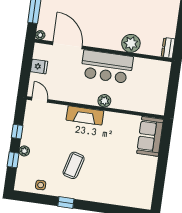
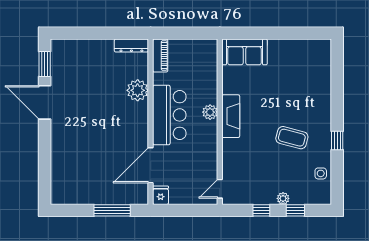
plant: (40, 35) -> (143, 199), removed
dresser: (168, 48) -> (131, 46), width x1.44
fridge: (39, 66) -> (161, 195), moved
piano: (157, 66) -> (160, 55), added
fireplace: (85, 115) -> (231, 116), moved

